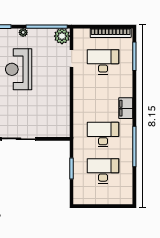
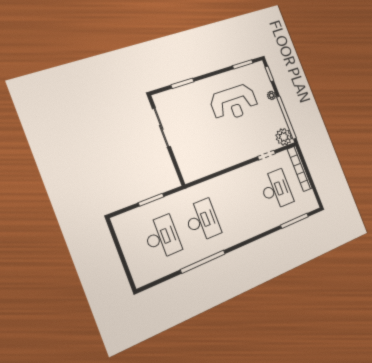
bookcase: (111, 33) -> (300, 169), moved
reception desk: (19, 69) -> (234, 103), turned 180
filing cabinet: (126, 108) -> (240, 234), removed

